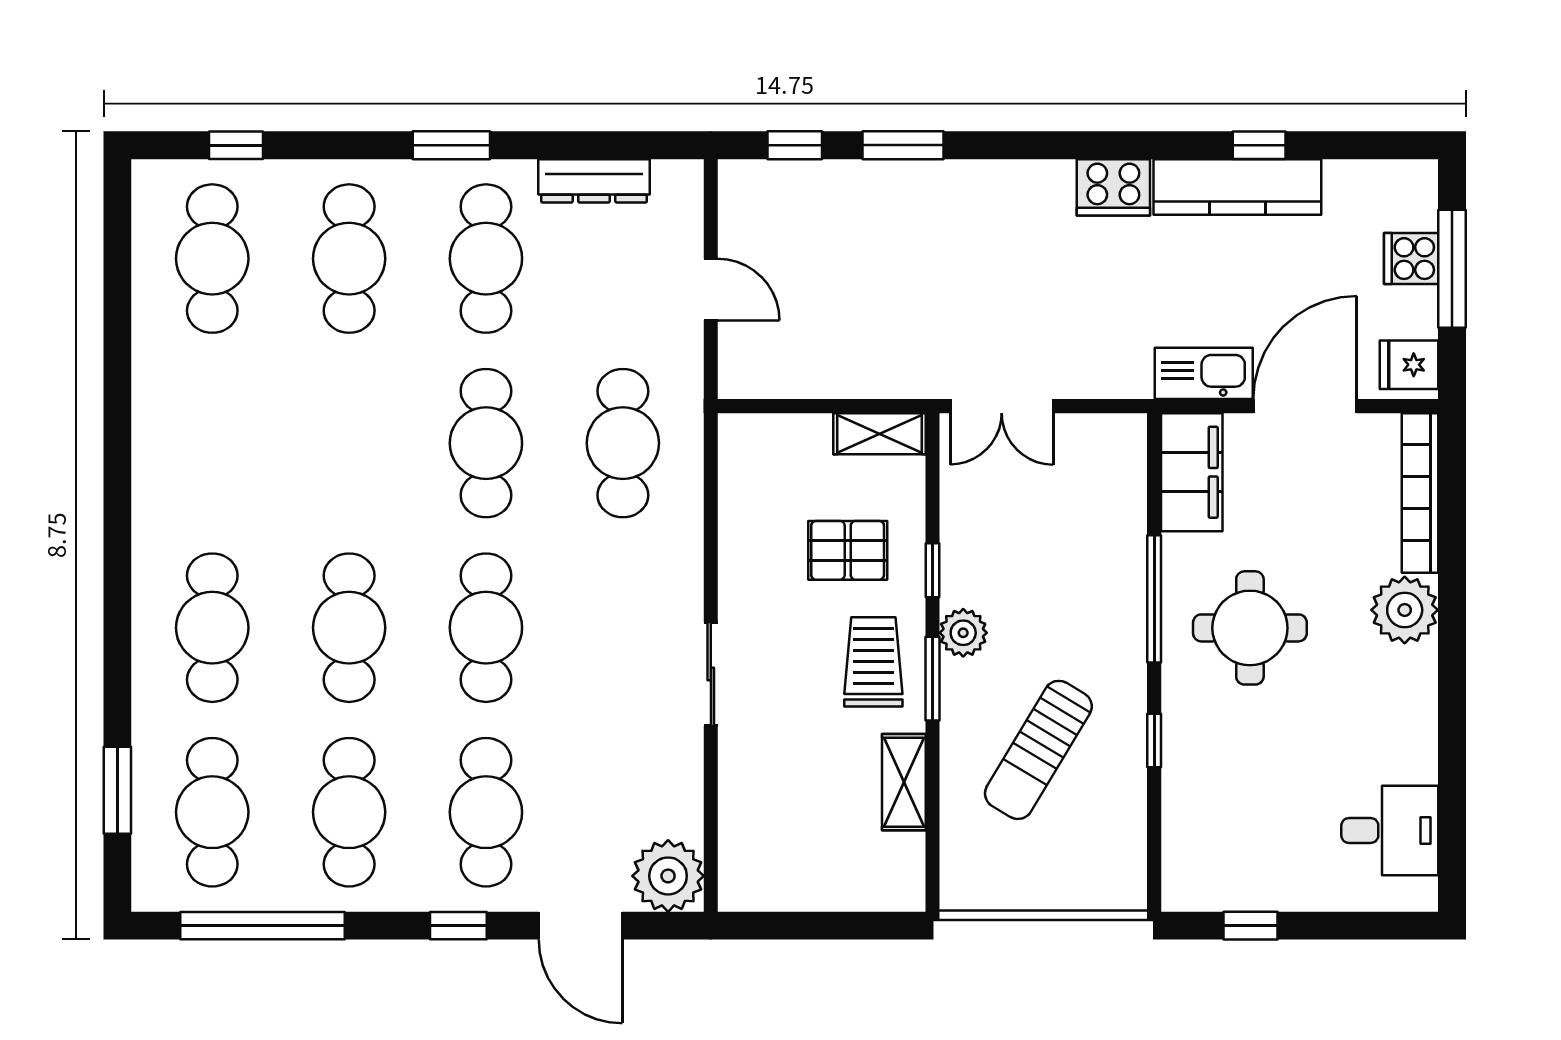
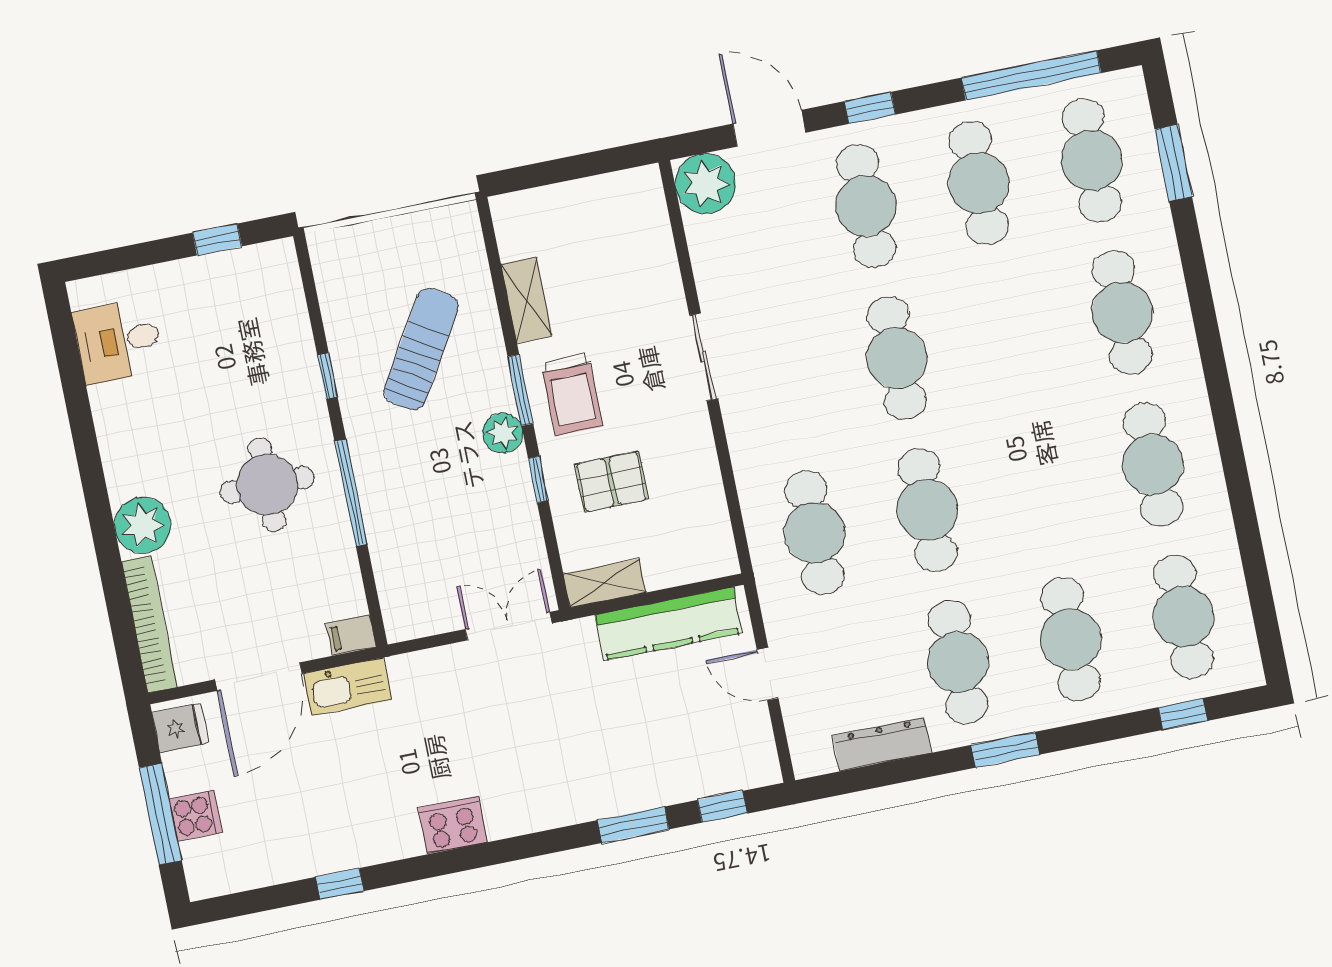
kitchen counter: (1237, 187) -> (669, 624), moved, turned 180
filing cabinet: (1192, 472) -> (351, 635), width x0.33, depth x0.86
cafe table: (349, 628) -> (1153, 465), moved

